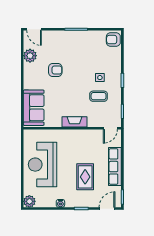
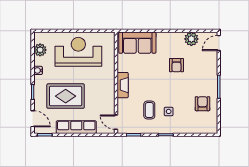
armchair: (113, 40) -> (202, 104), moved
rug: (85, 177) -> (66, 96), width x1.36, depth x1.43
plant: (29, 201) -> (40, 50), moved

